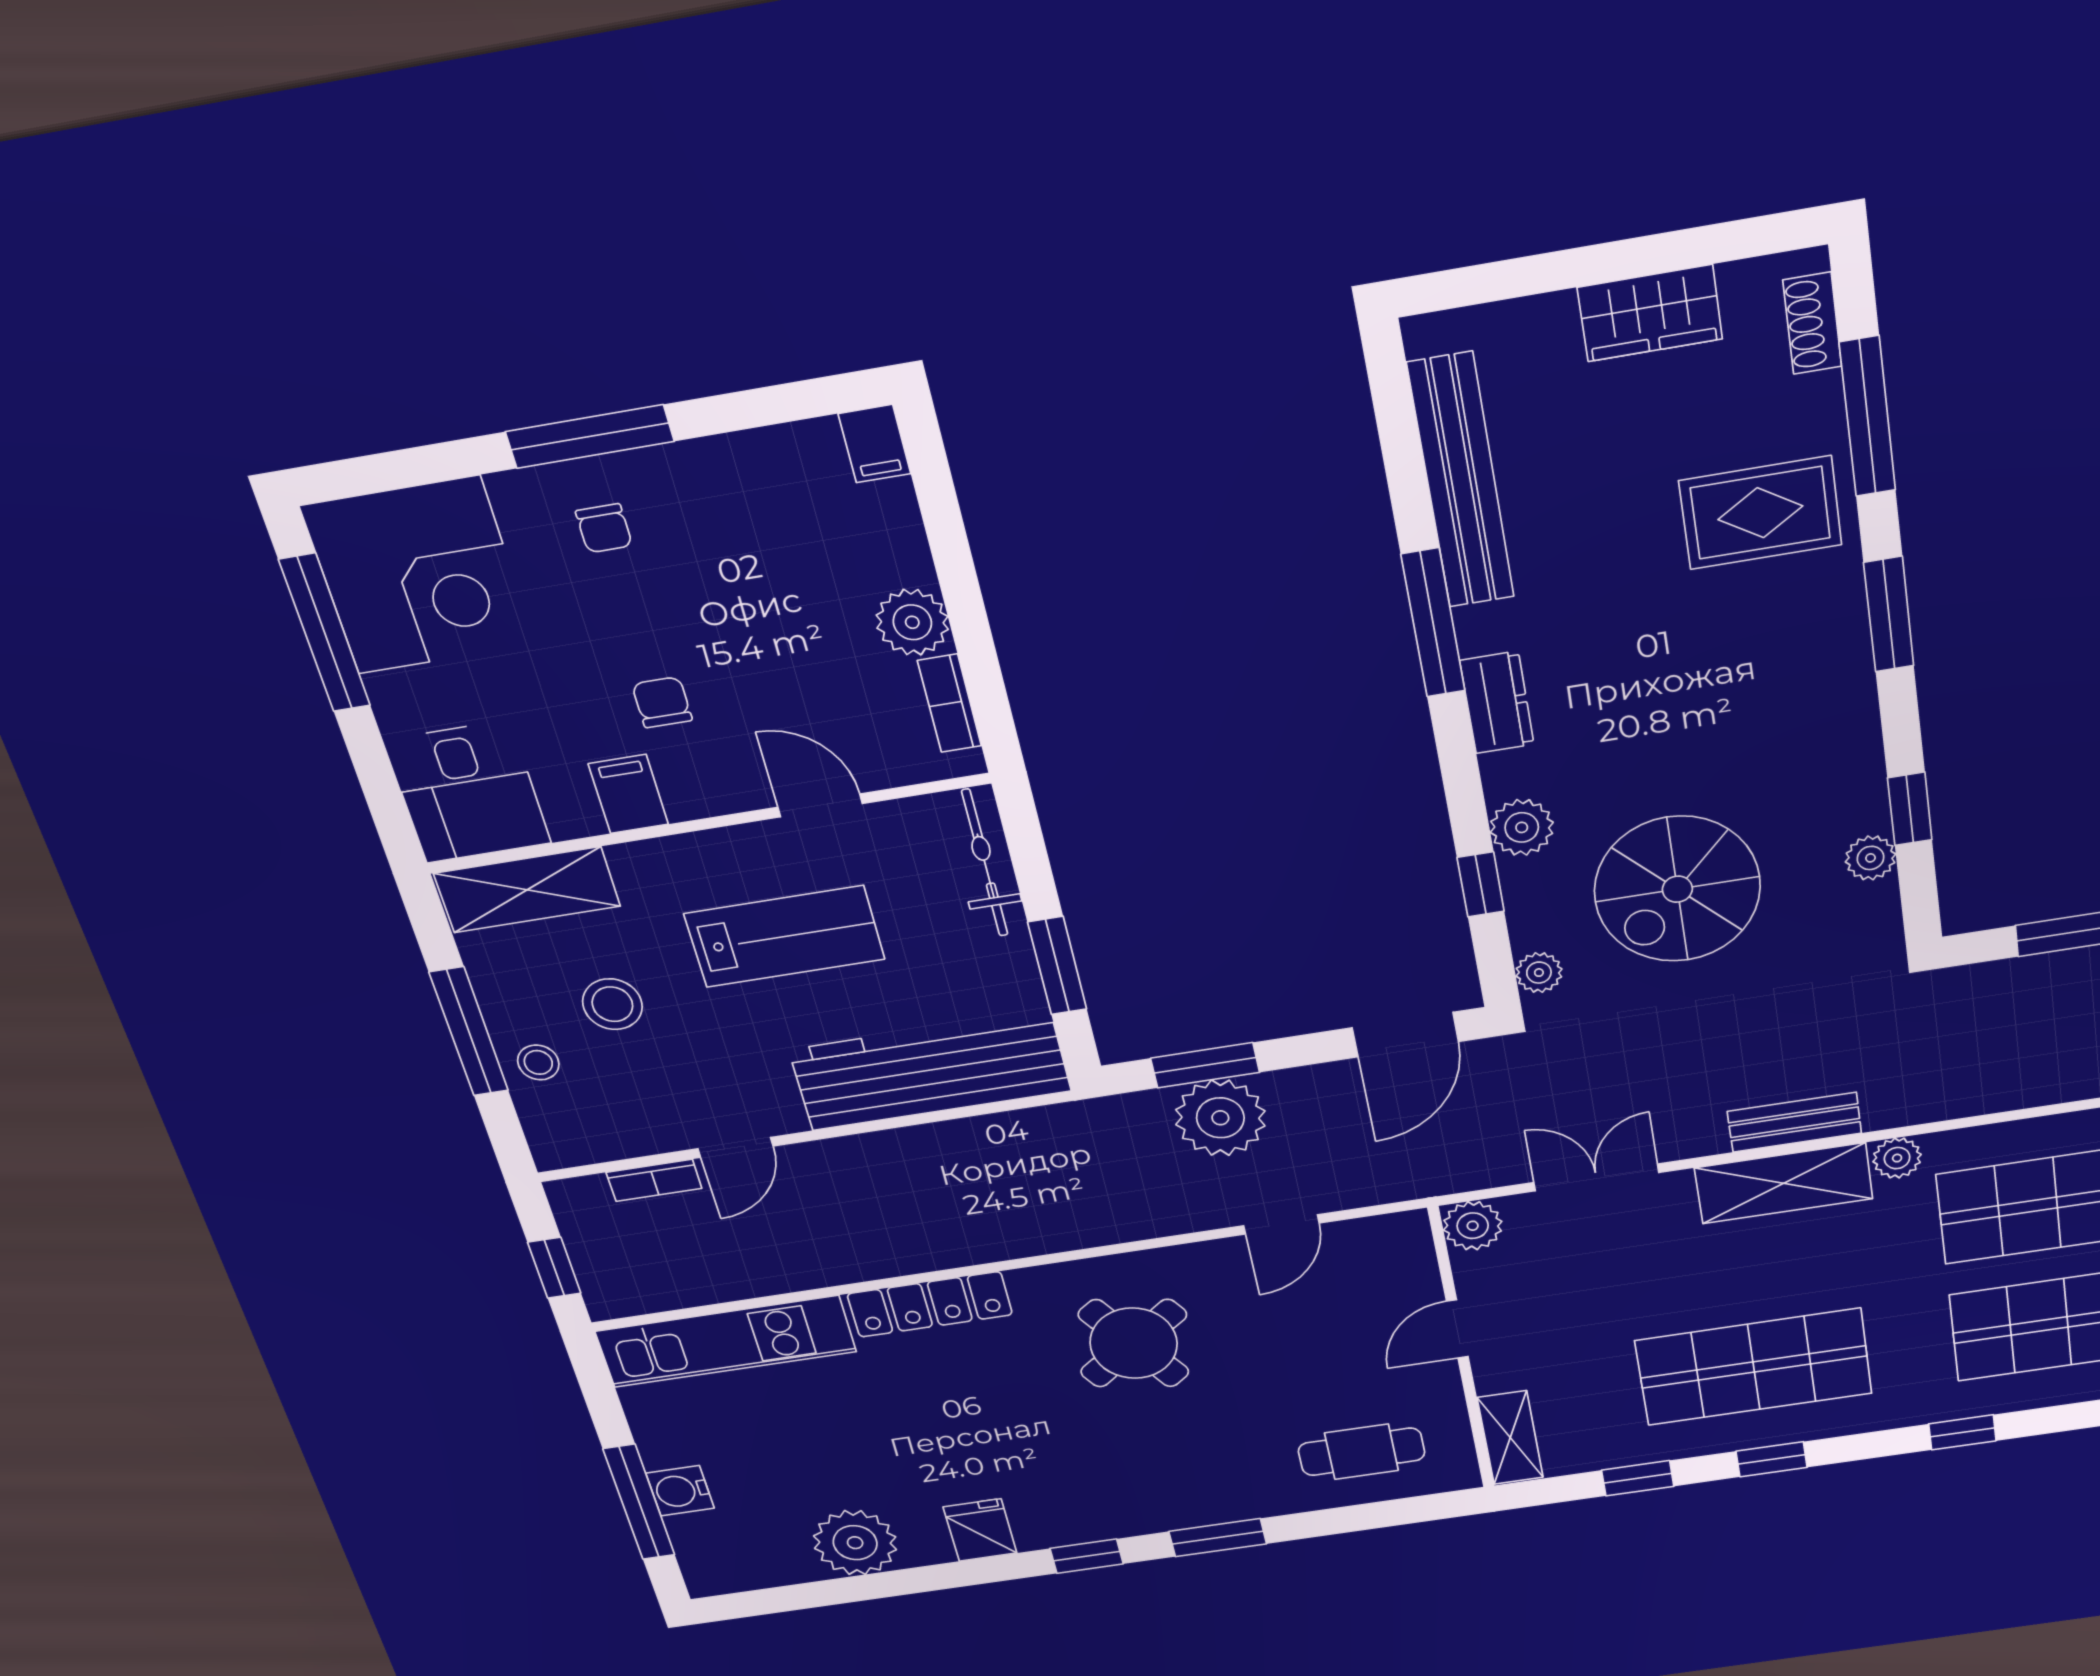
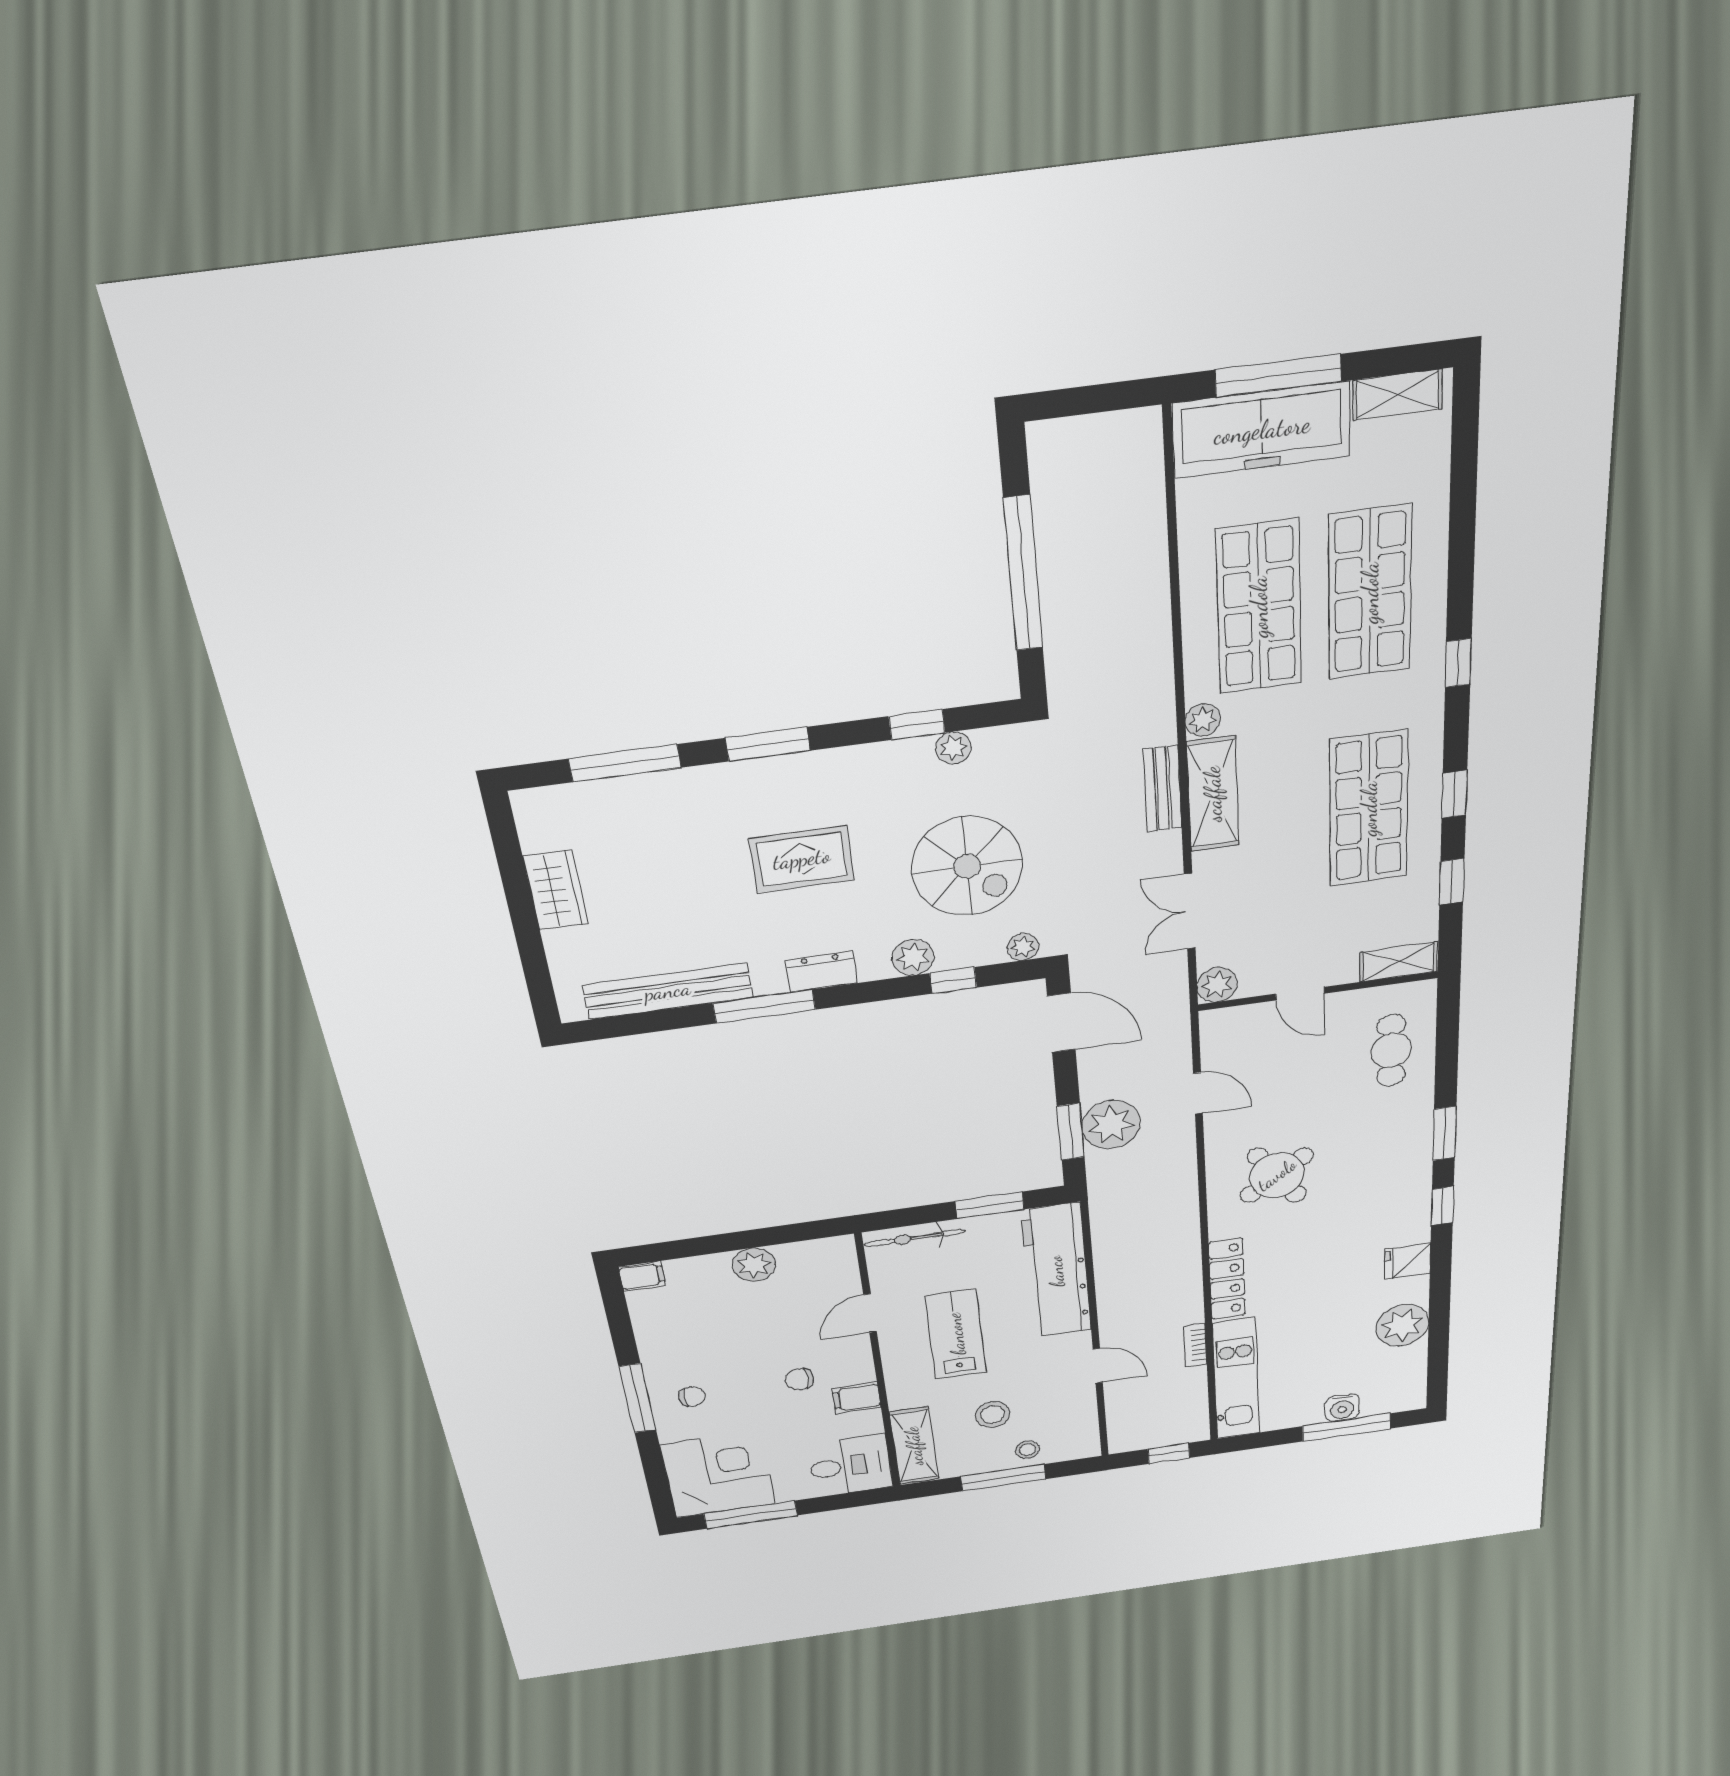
shoe rack: (1812, 323) -> (561, 798), removed
rug: (1760, 513) -> (802, 859), moved, turned 90
bookcase: (949, 703) -> (807, 1250), removed
bookcase: (654, 1180) -> (1195, 1345), moved, turned 180

